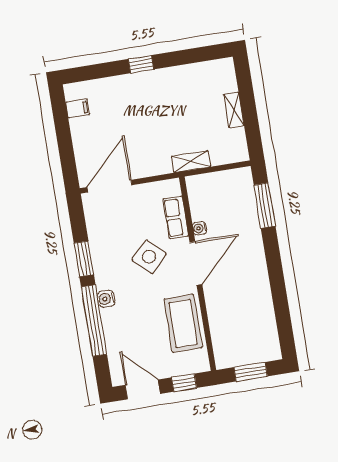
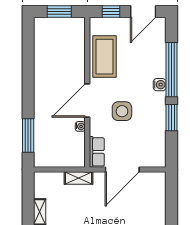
door: (110, 186) -> (122, 170), moved
row of seats: (176, 217) -> (97, 152), moved
side table: (149, 257) -> (122, 111), turned 45
door: (143, 389) -> (143, 12), hinge flipped

